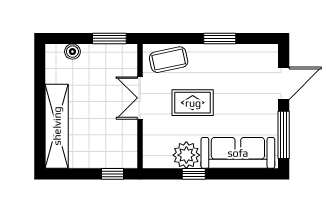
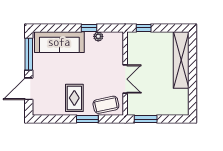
window: (220, 38) -> (87, 119), moved
boiler: (72, 52) -> (171, 110), removed
rug: (193, 103) -> (74, 98), moved, turned 90
plant: (186, 155) -> (98, 36), width x0.53, depth x0.53

